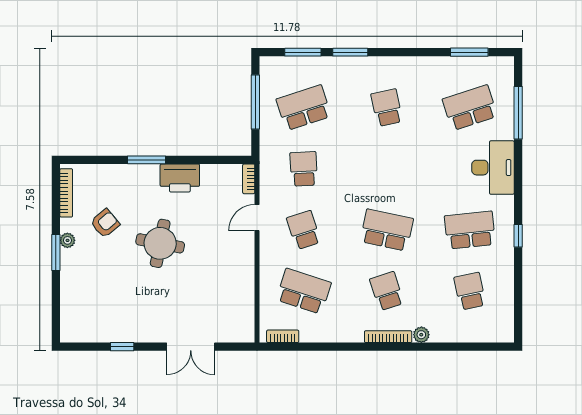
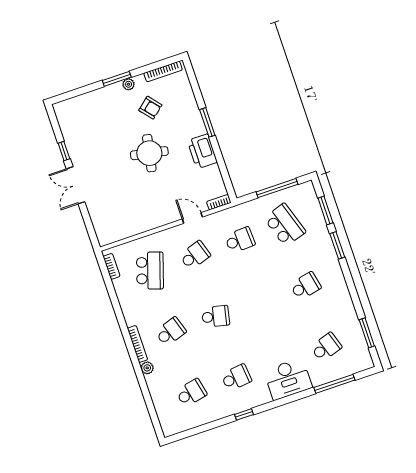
school desk: (470, 108) -> (326, 347), width x0.54
school desk: (387, 230) -> (216, 316), width x0.54
school desk: (470, 230) -> (236, 378), width x0.54
double door: (191, 347) -> (76, 185), moved

